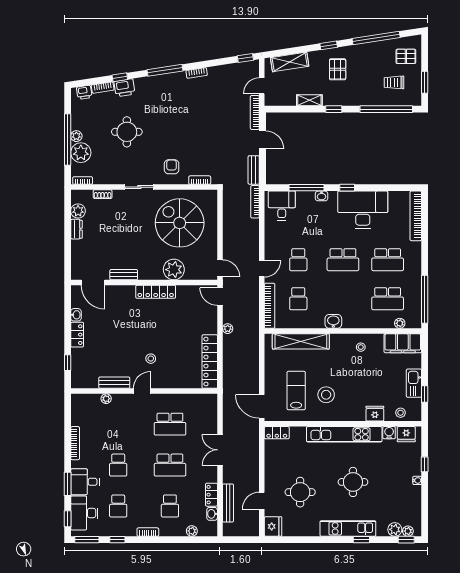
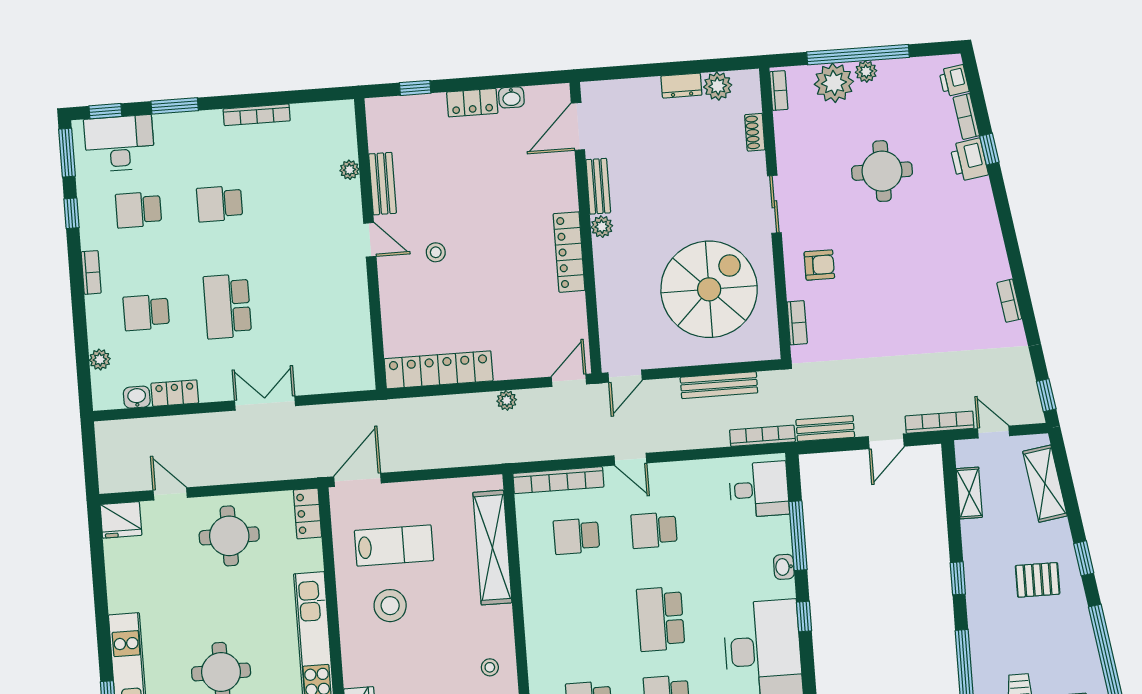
window: (165, 70) -> (1010, 238), removed
shelving: (309, 100) -> (969, 493), moved
plant: (174, 270) -> (602, 227), moved, width x0.53, depth x0.53
washbasin: (333, 321) -> (537, 609), removed
school desk: (170, 424) -> (309, 300), removed
desk: (85, 482) -> (181, 140), removed
round table: (300, 492) -> (229, 536), moved
bench: (228, 503) -> (719, 385), moved

